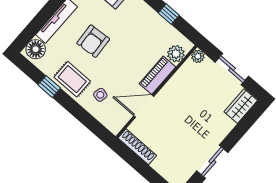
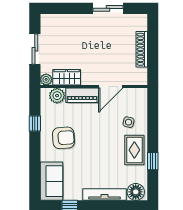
armchair: (93, 41) -> (63, 138), moved
door: (144, 106) -> (111, 87), hinge flipped
wardrobe: (241, 106) -> (67, 77), moved, turned 180
shoe rack: (137, 147) -> (142, 49), moved

